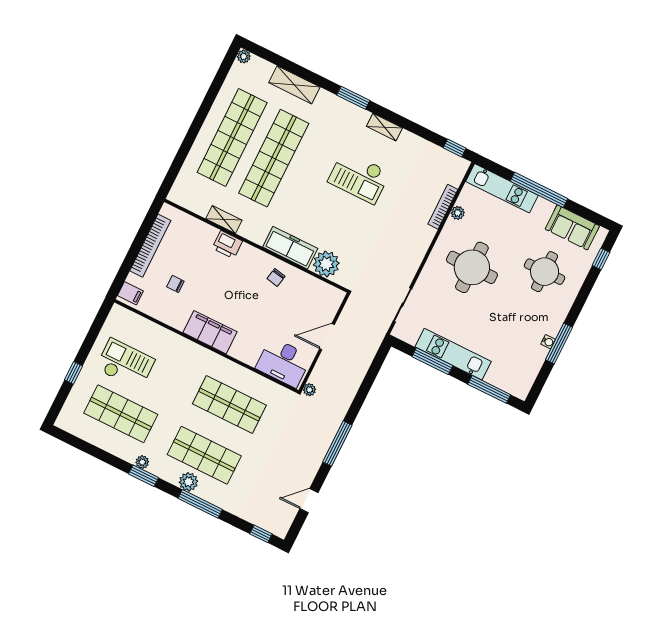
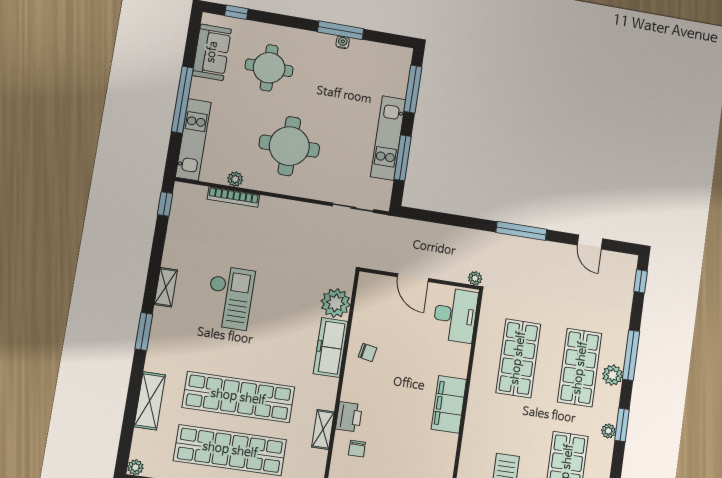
chair: (175, 284) -> (357, 449), moved

